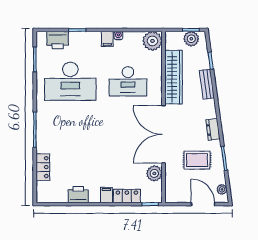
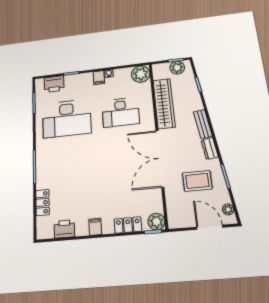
bench: (207, 84) -> (203, 124), moved
plant: (154, 173) -> (156, 222), moved
printer: (78, 195) -> (64, 229), moved
filing cabinet: (106, 195) -> (95, 227), moved

